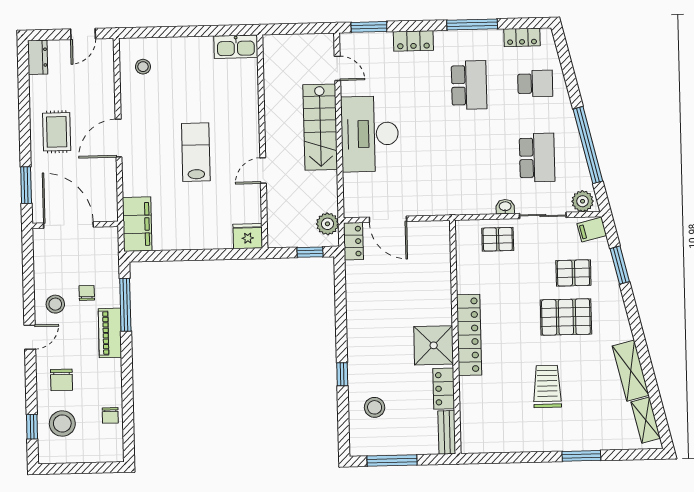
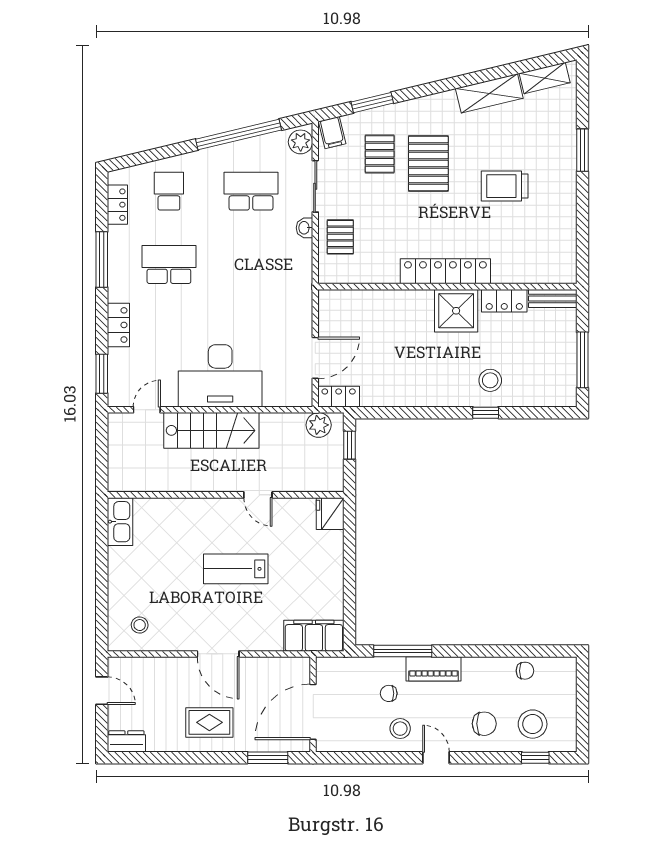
stool: (375, 407) -> (490, 380), moved

